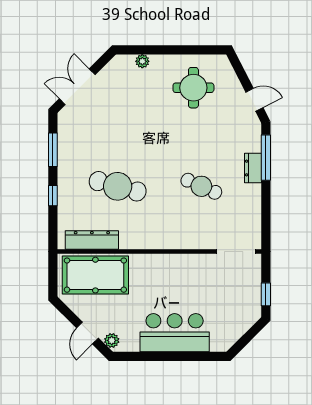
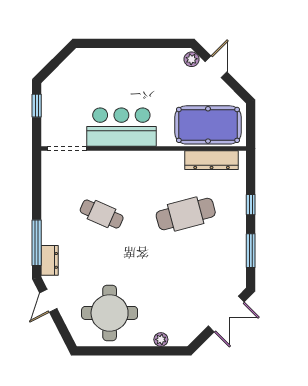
round table: (193, 88) -> (110, 313), width x1.36, depth x1.36
door: (254, 100) -> (48, 301), hinge flipped
dresser: (253, 168) -> (50, 260), moved
cafe table: (118, 186) -> (186, 214), turned -30
bar counter: (175, 333) -> (121, 127), moved, turned 180

